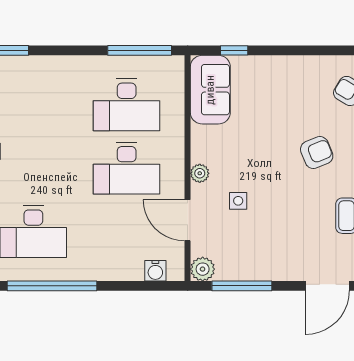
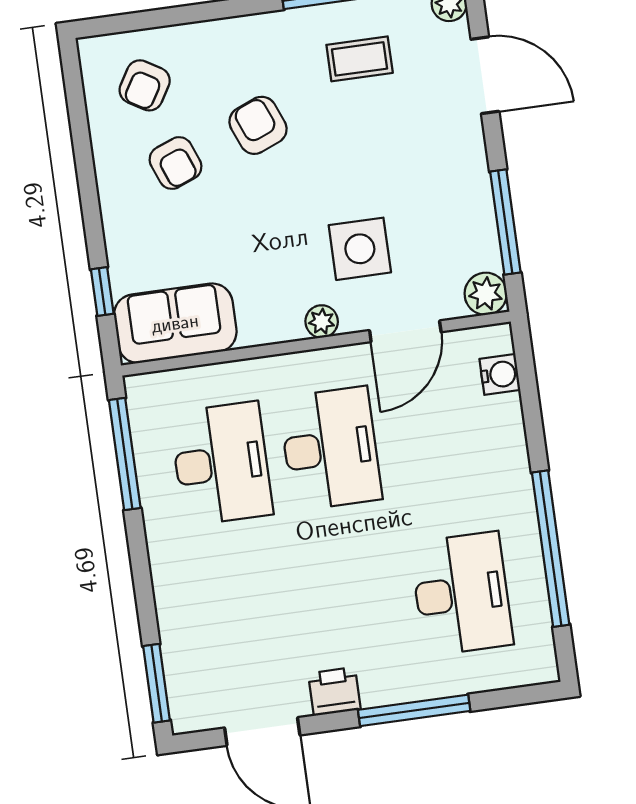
armchair: (302, 102) -> (176, 163), added
side table: (238, 201) -> (360, 249), width x1.87, depth x1.87

